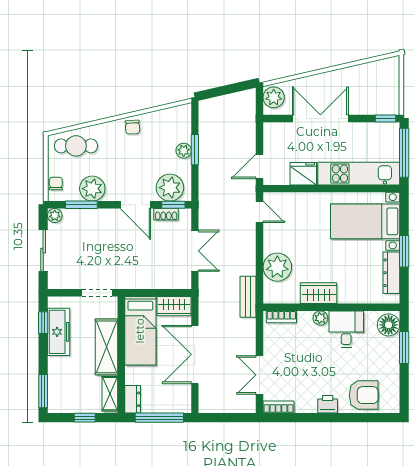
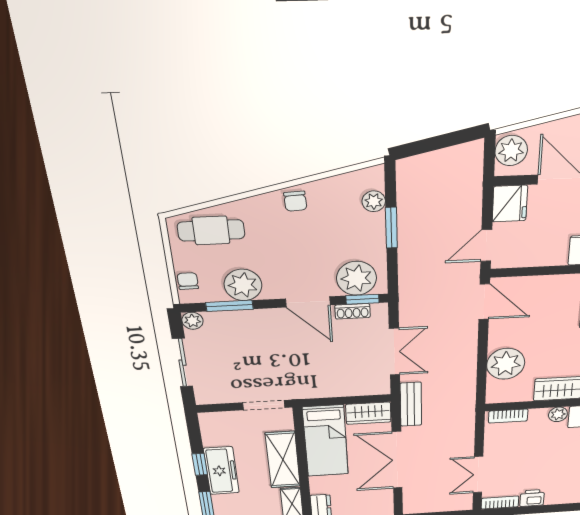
plant: (184, 151) -> (374, 201), moved
fridge: (303, 174) -> (510, 204), moved, turned 90
door: (260, 212) -> (484, 302), width x1.38
bench: (248, 297) -> (411, 404), moved
window: (43, 323) -> (200, 464), moved
freezer: (59, 332) -> (221, 471), moved
printer: (328, 404) -> (532, 498), moved

